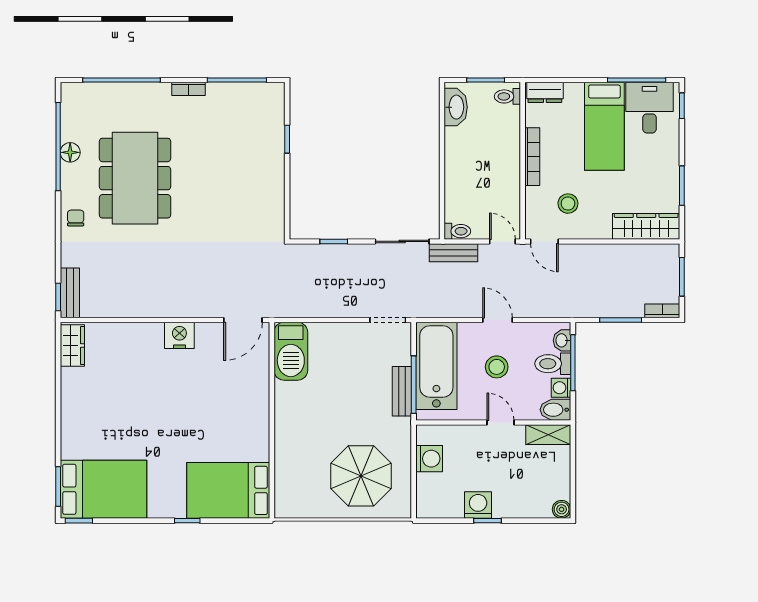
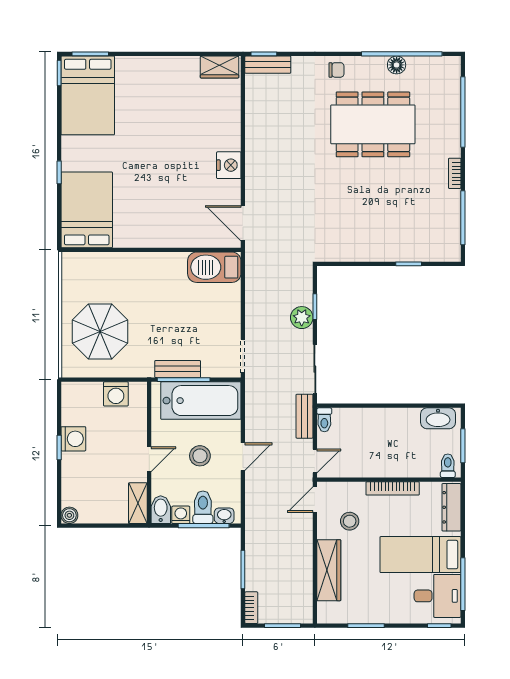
dresser: (545, 92) -> (451, 507), width x1.44
wardrobe: (646, 226) -> (329, 570), moved
plant: (346, 256) -> (302, 318), added

